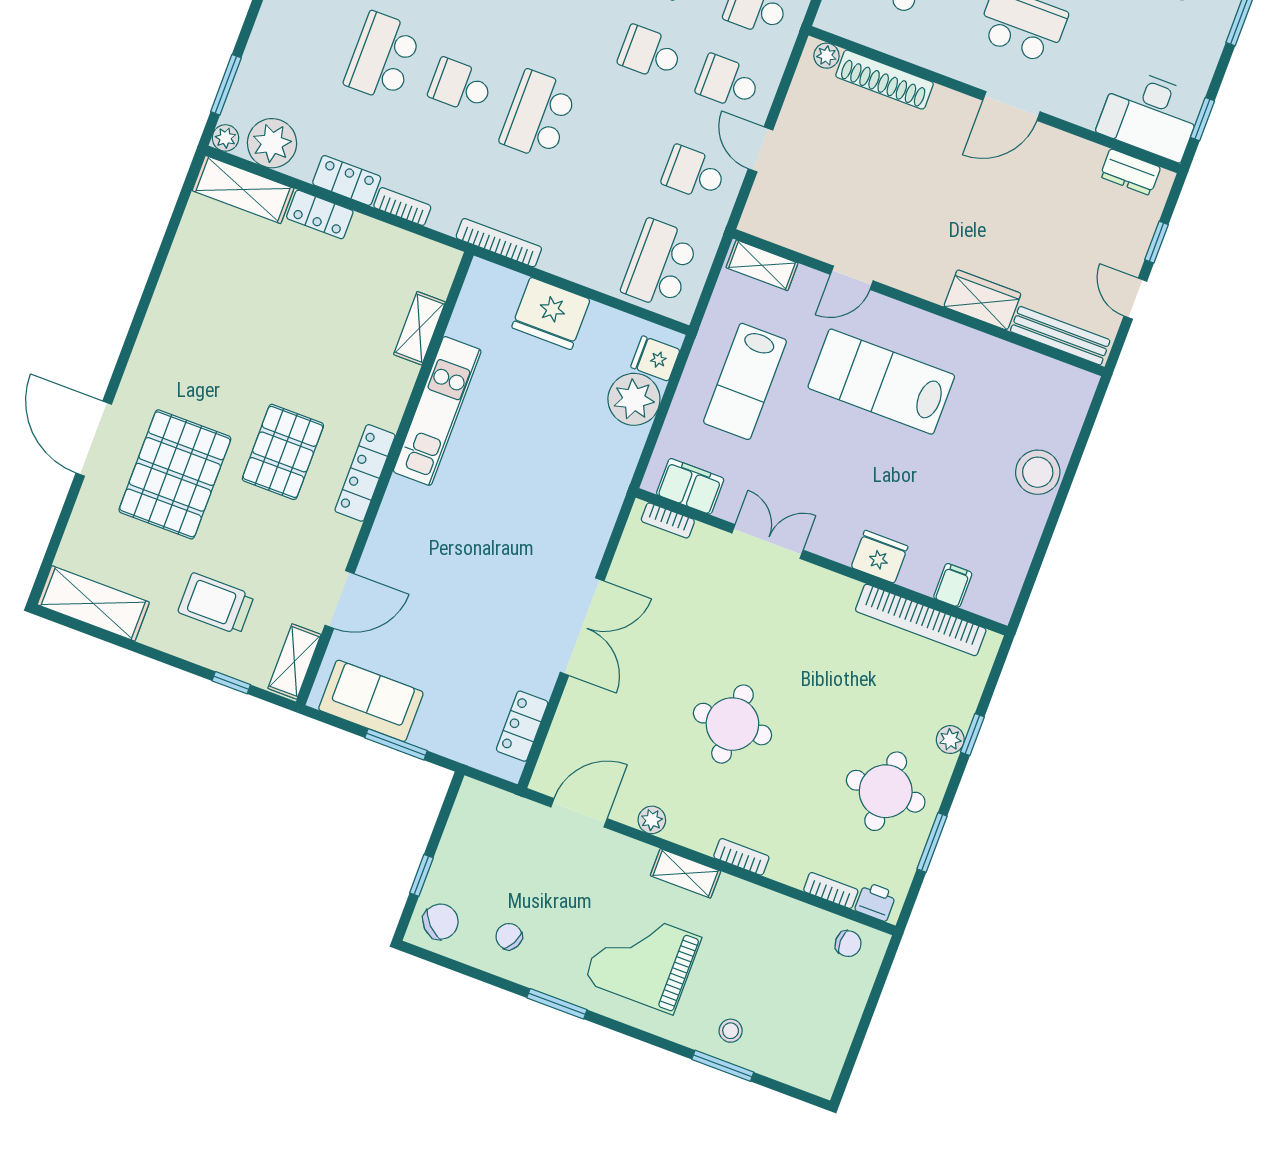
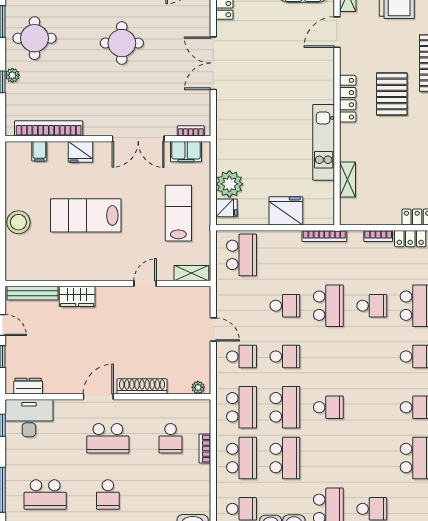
shoe rack: (885, 80) -> (142, 386), moved
school desk: (694, 173) -> (285, 306), moved
lab bench: (881, 382) -> (86, 215), moved, turned 180
double door: (767, 542) -> (138, 139), width x1.37

